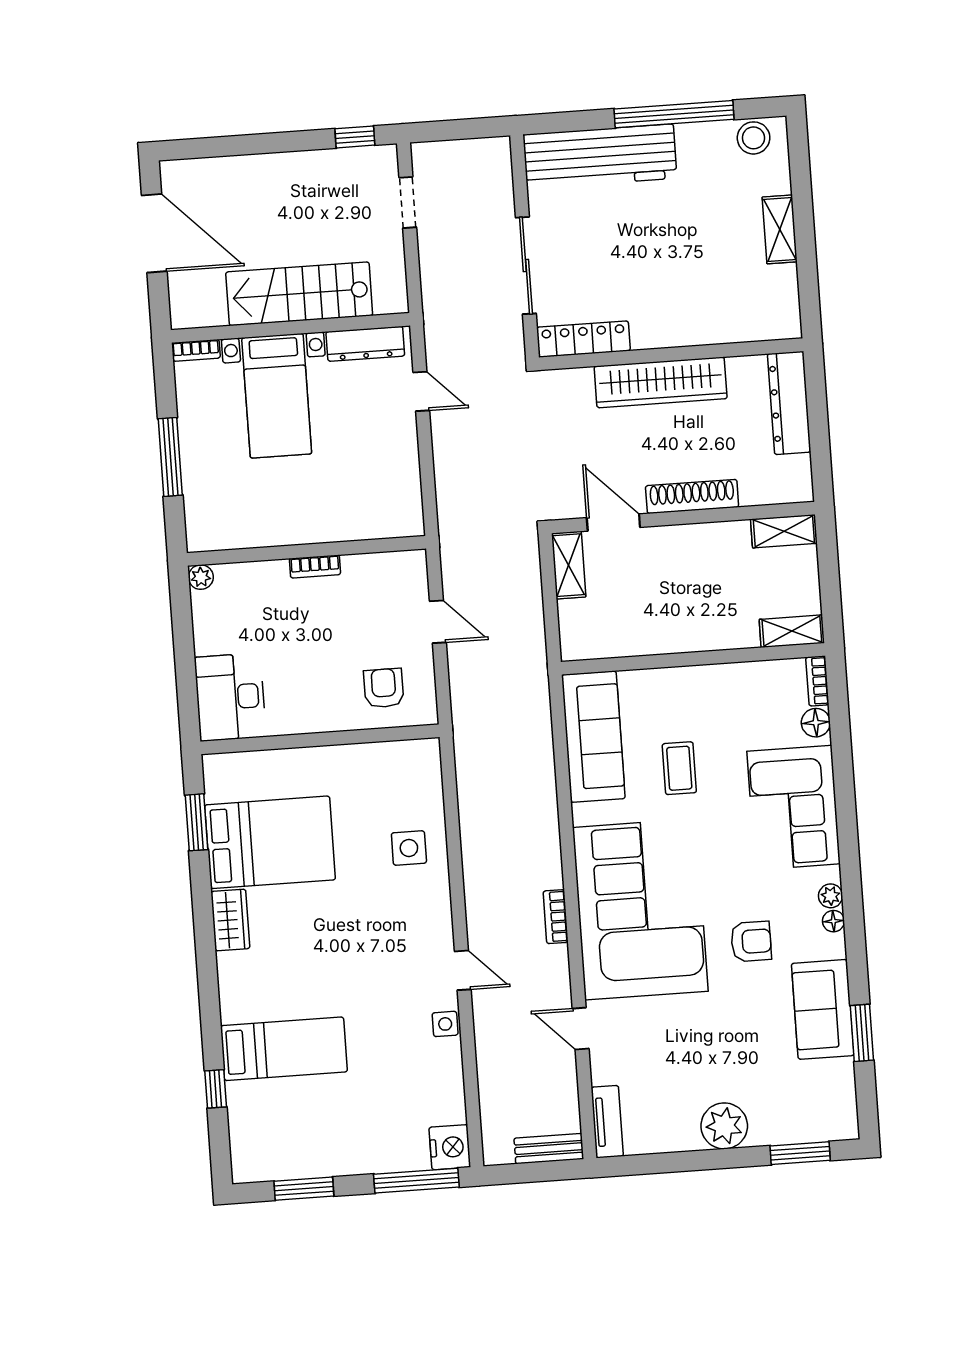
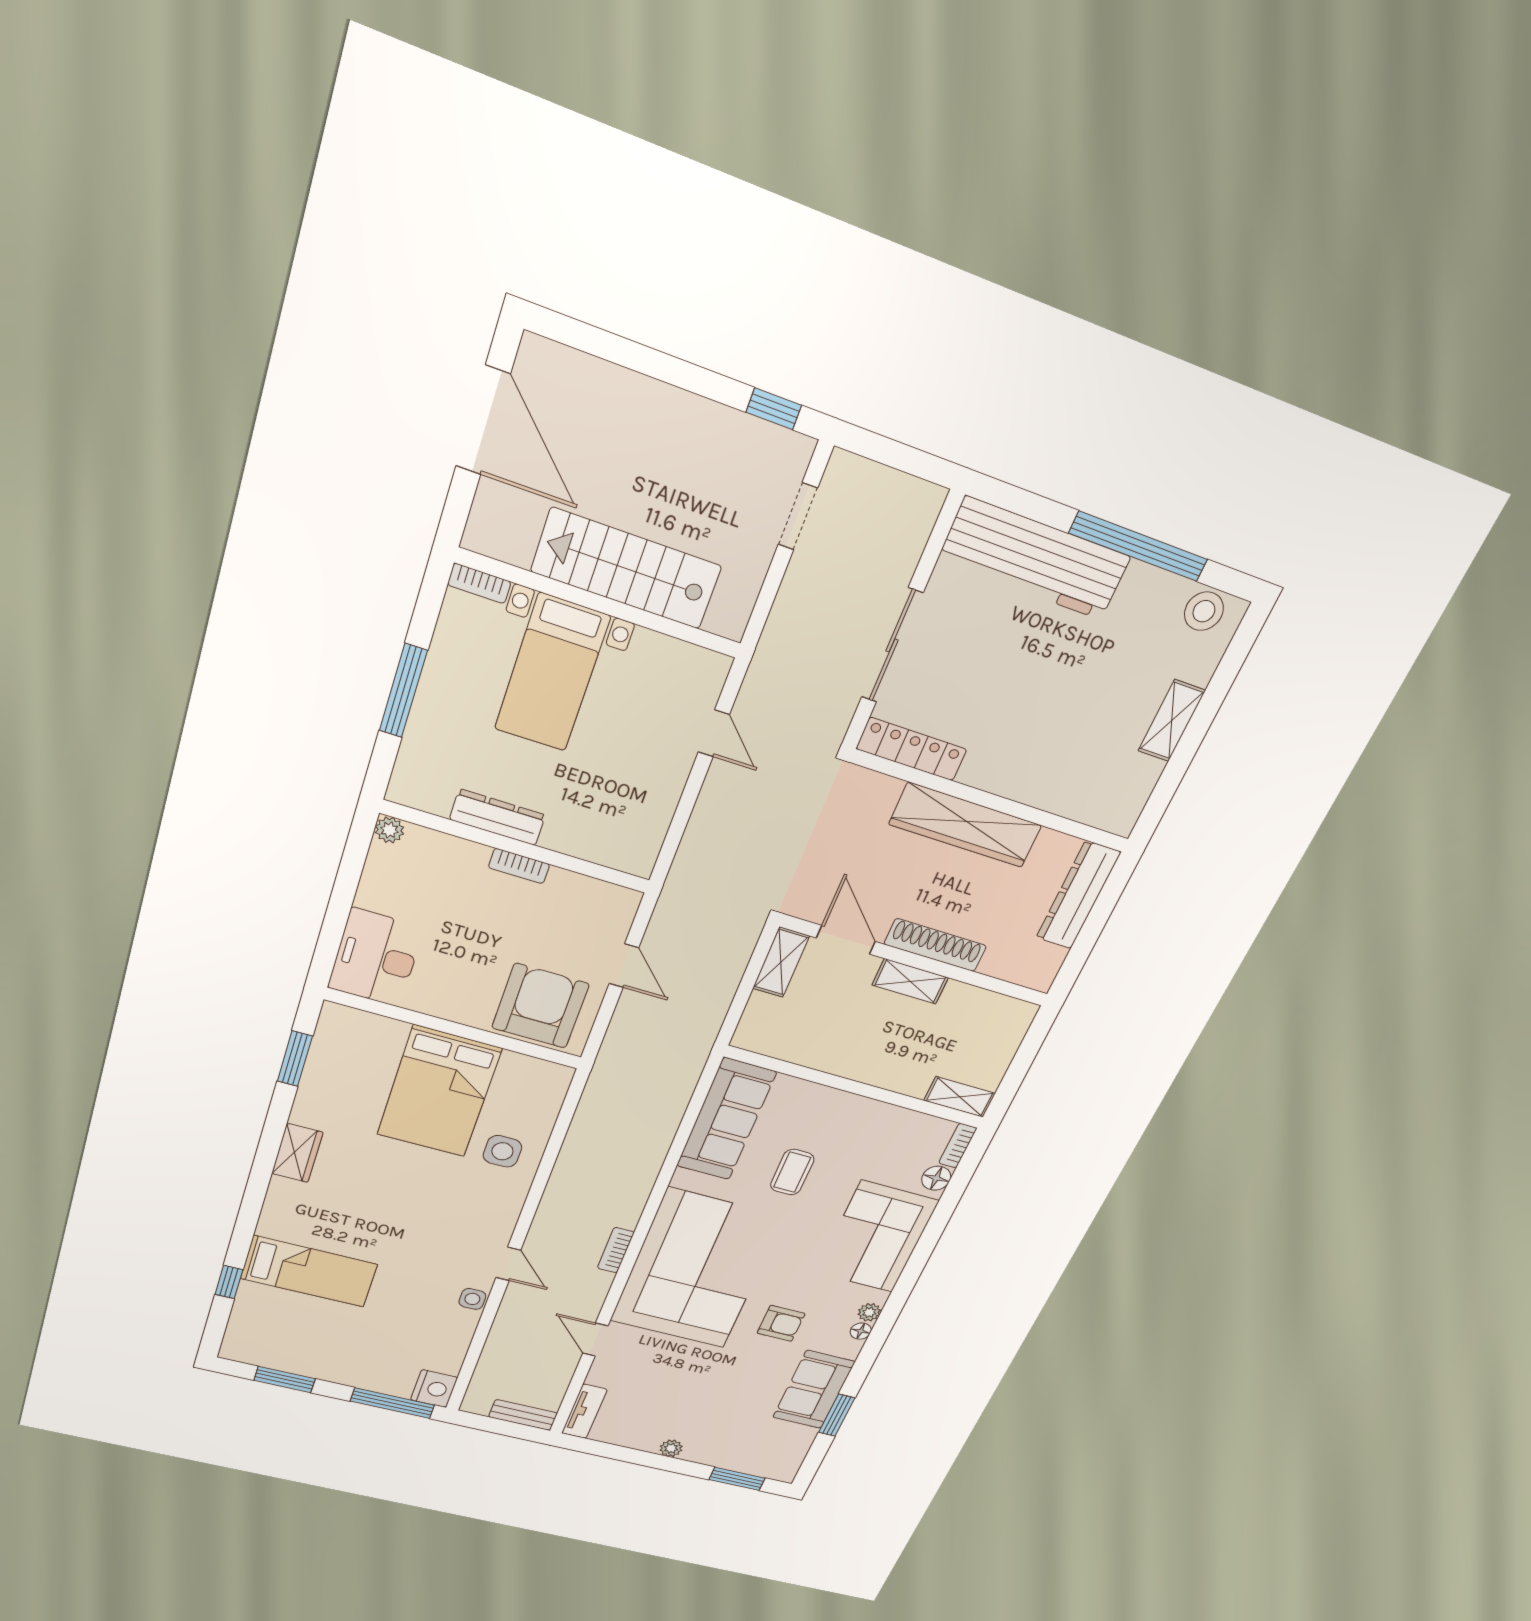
dresser: (365, 344) -> (498, 817), moved, turned 180
shelving: (784, 531) -> (910, 981), moved
armchair: (384, 688) -> (540, 1006), width x1.88, depth x1.88
bed: (270, 842) -> (439, 1092), moved, turned 90
plant: (724, 1126) -> (671, 1448), width x0.53, depth x0.53

